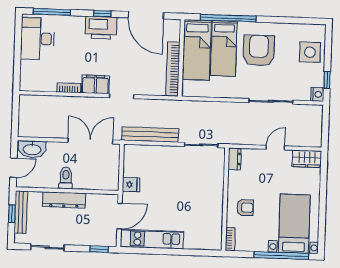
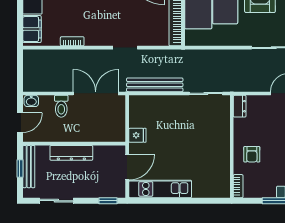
filing cabinet: (95, 84) -> (32, 29), moved, turned 90
washbasin: (32, 149) -> (31, 101), width x0.52, depth x0.69
toilet: (66, 178) -> (61, 106), moved, turned 180
armchair: (245, 208) -> (252, 154), turned 90

